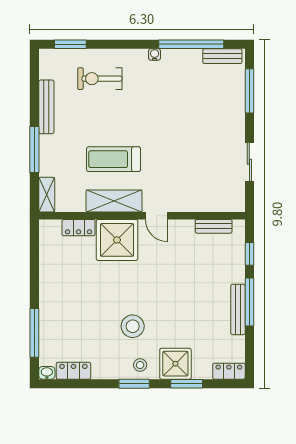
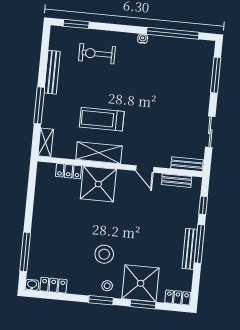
bench: (222, 56) -> (187, 164), moved
door: (156, 216) -> (145, 169), moved
shower: (175, 364) -> (141, 283), width x1.37, depth x1.37

